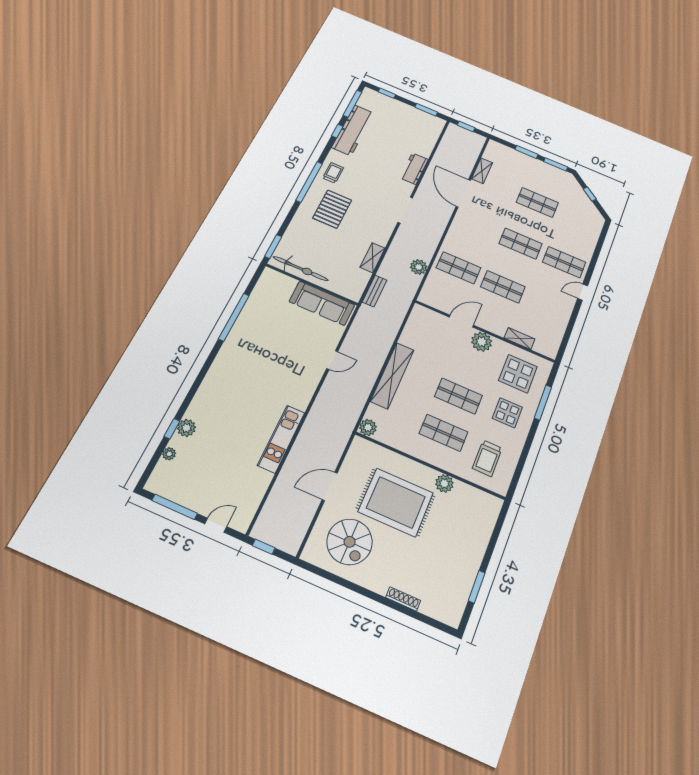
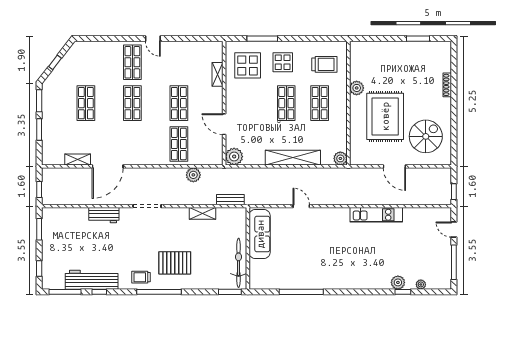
plant: (482, 342) -> (234, 157), moved

